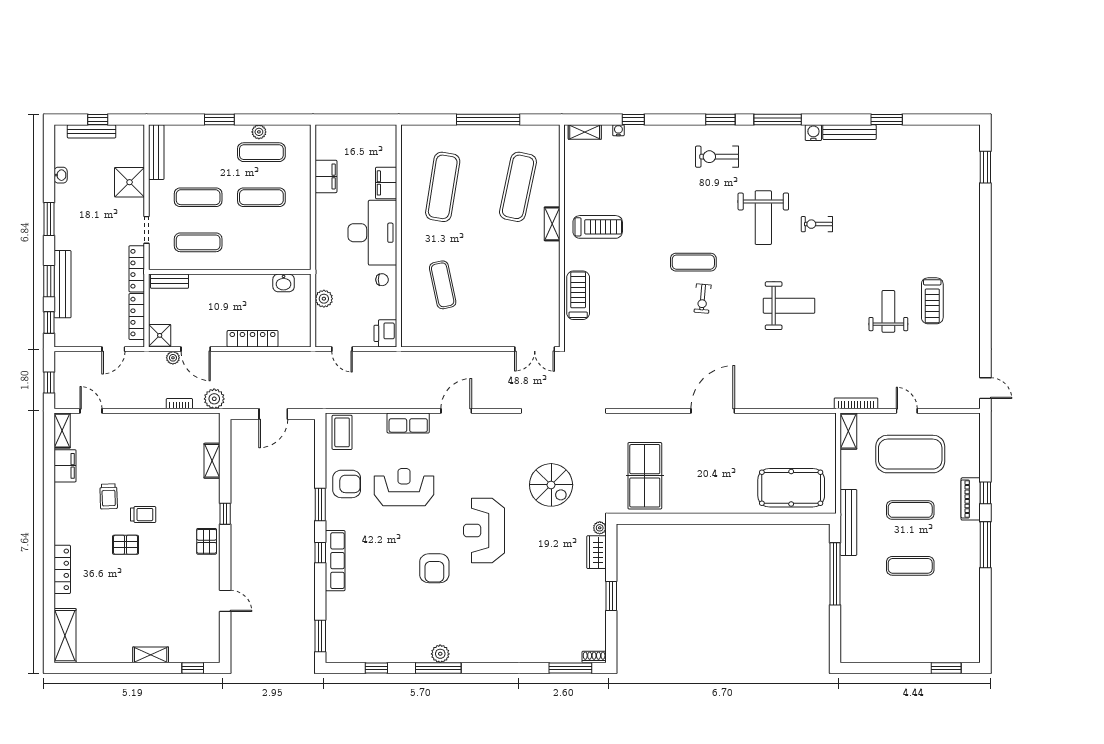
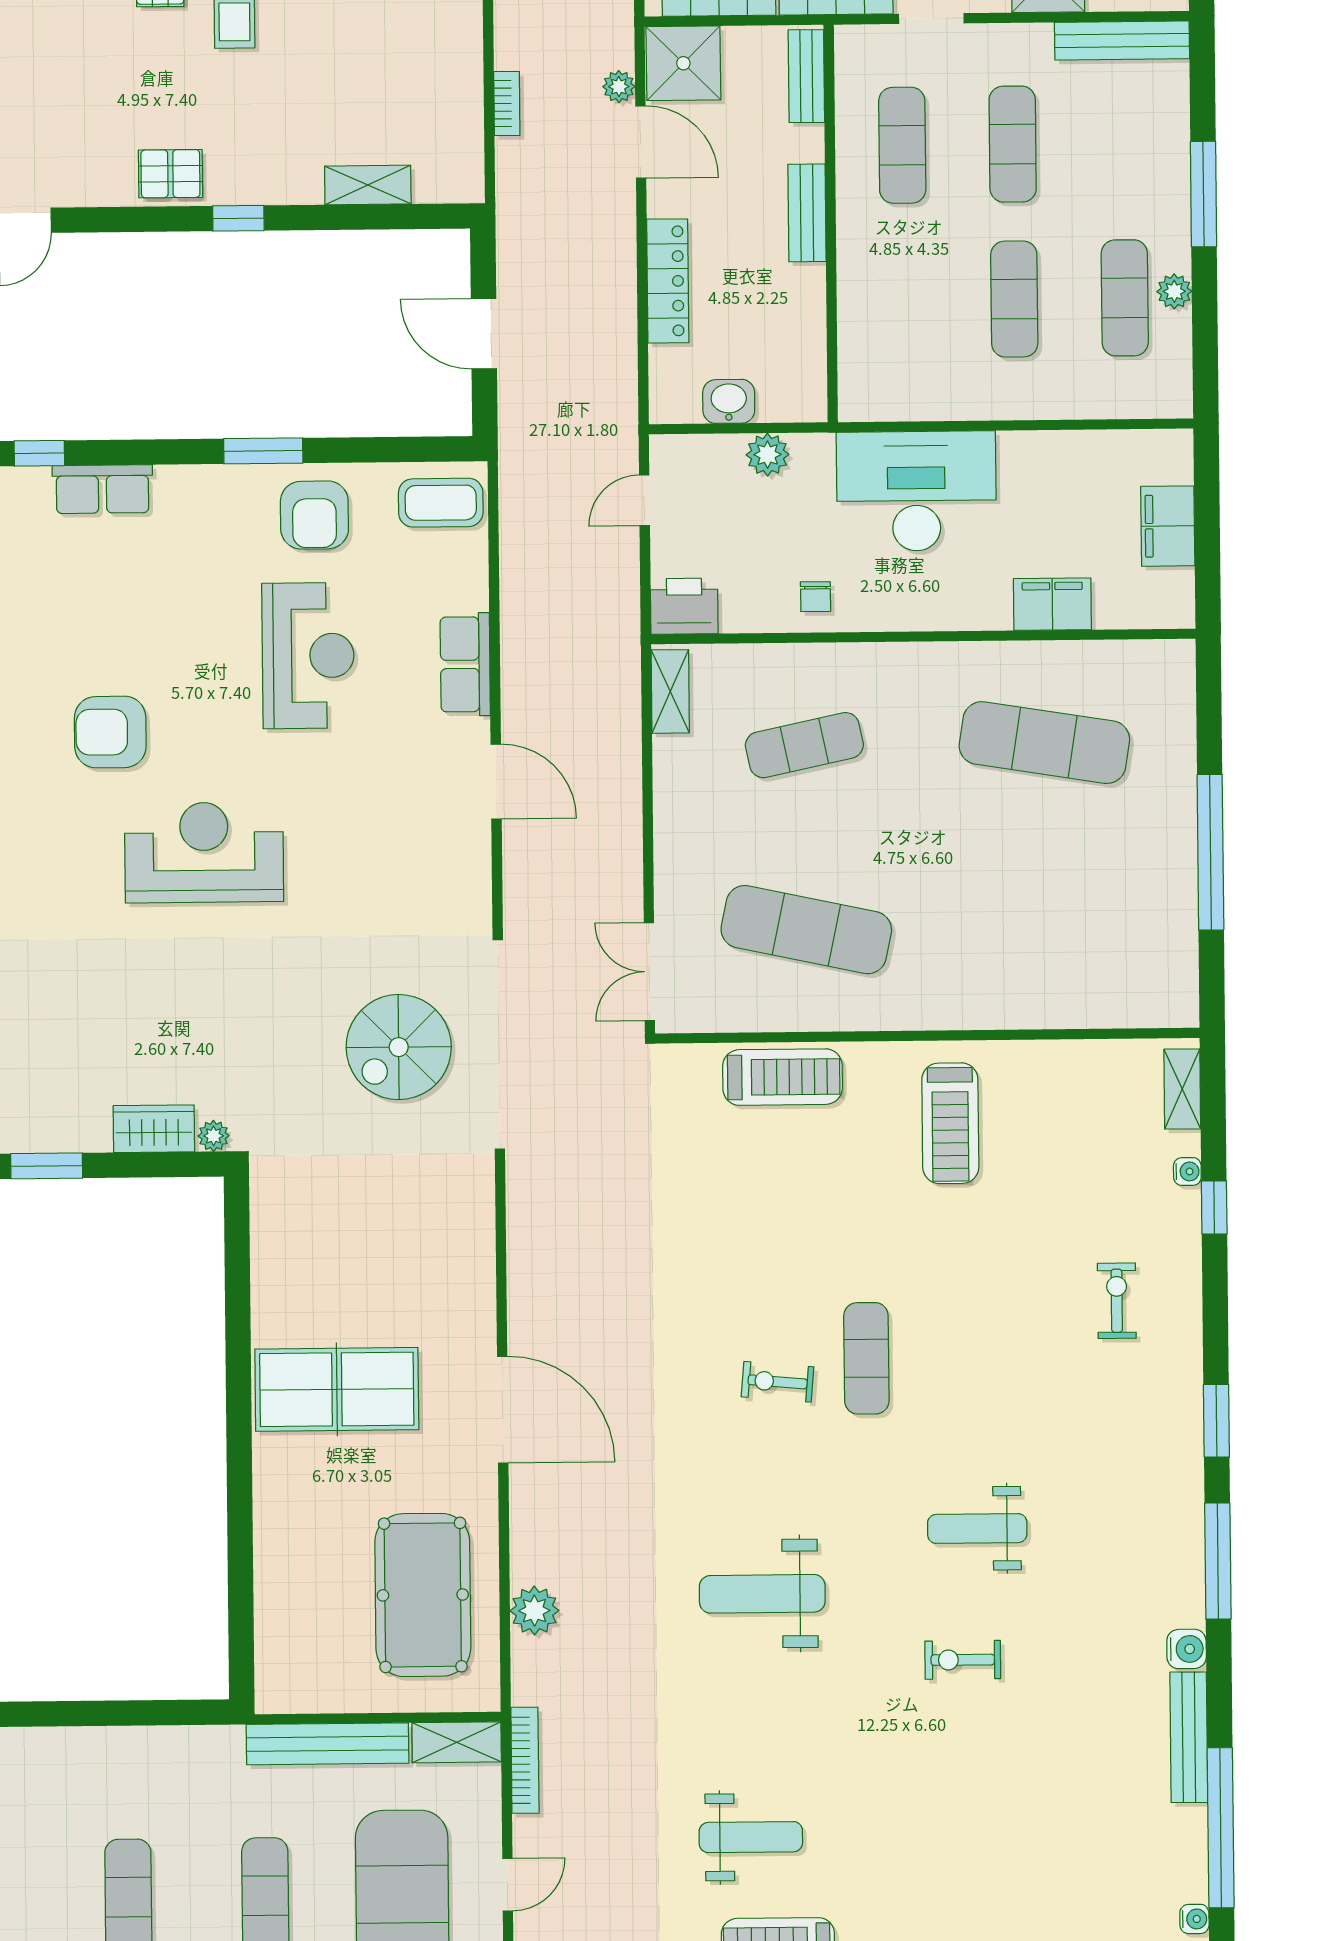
window: (219, 119) -> (1204, 194), width x1.44
window: (887, 119) -> (1221, 1828), width x2.11
water cooler: (924, 131) -> (1194, 1919), added
exercise bike: (717, 157) -> (1117, 1301), moved, width x0.73, depth x0.72
filing cabinet: (326, 176) -> (1168, 526), moved, turned 90
exercise mat: (518, 187) -> (806, 930), moved
weight bench: (763, 218) -> (977, 1529), width x0.73, depth x0.75
shelving: (552, 224) -> (670, 691), moved, turned 90
exercise bike: (817, 224) -> (963, 1660), turned -90
desk: (372, 233) -> (916, 491), moved, turned 180
bench: (225, 282) -> (807, 213), added
washbasin: (284, 283) -> (729, 401), moved, turned 90
weight bench: (789, 306) -> (762, 1594), turned 90
shower: (160, 335) -> (683, 63), width x1.36, depth x1.36
door: (196, 349) -> (641, 142), swing flipped
plant: (214, 399) -> (534, 1611), moved
table tennis table: (645, 476) -> (337, 1389), moved
spiral stairs: (551, 485) -> (399, 1047), moved
pool table: (791, 488) -> (423, 1595), moved
bench: (848, 522) -> (327, 1744), moved
window: (320, 553) -> (39, 453), moved
row of seats: (335, 561) -> (102, 489), width x0.68
window: (835, 574) -> (107, 1713), removed

